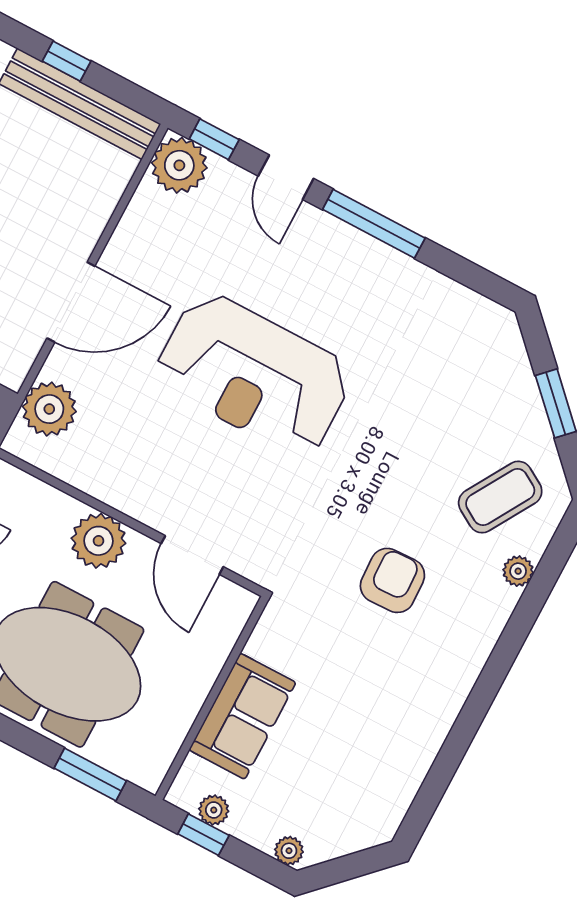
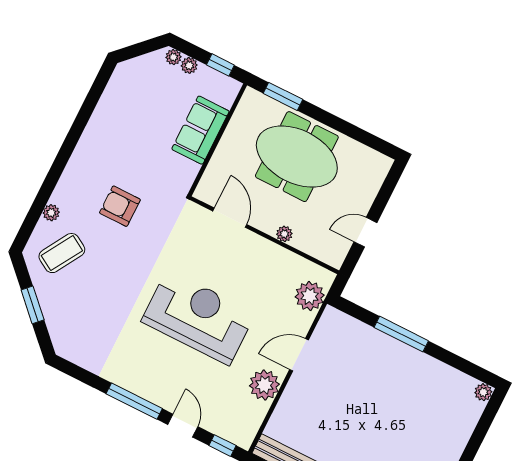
plant: (179, 165) -> (264, 385), moved
door: (71, 302) -> (299, 355), width x0.73
plant: (98, 541) -> (284, 234), width x0.53, depth x0.53
armchair: (392, 580) -> (120, 206), turned 92
plant: (214, 810) -> (189, 65), moved

